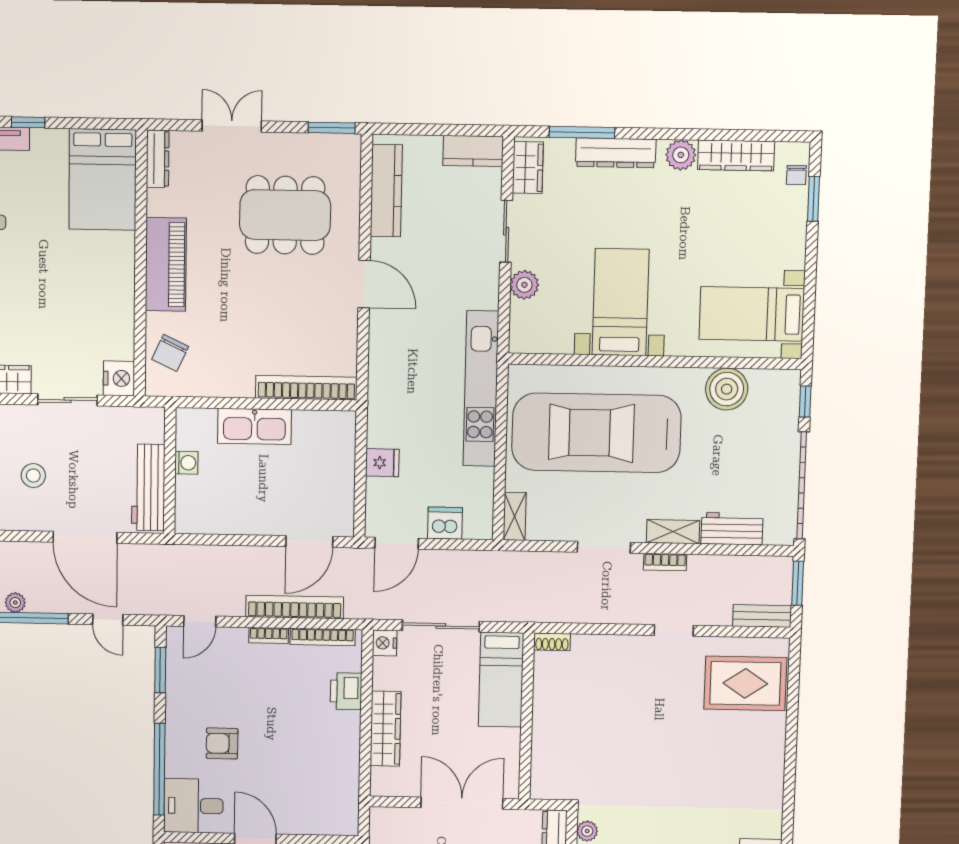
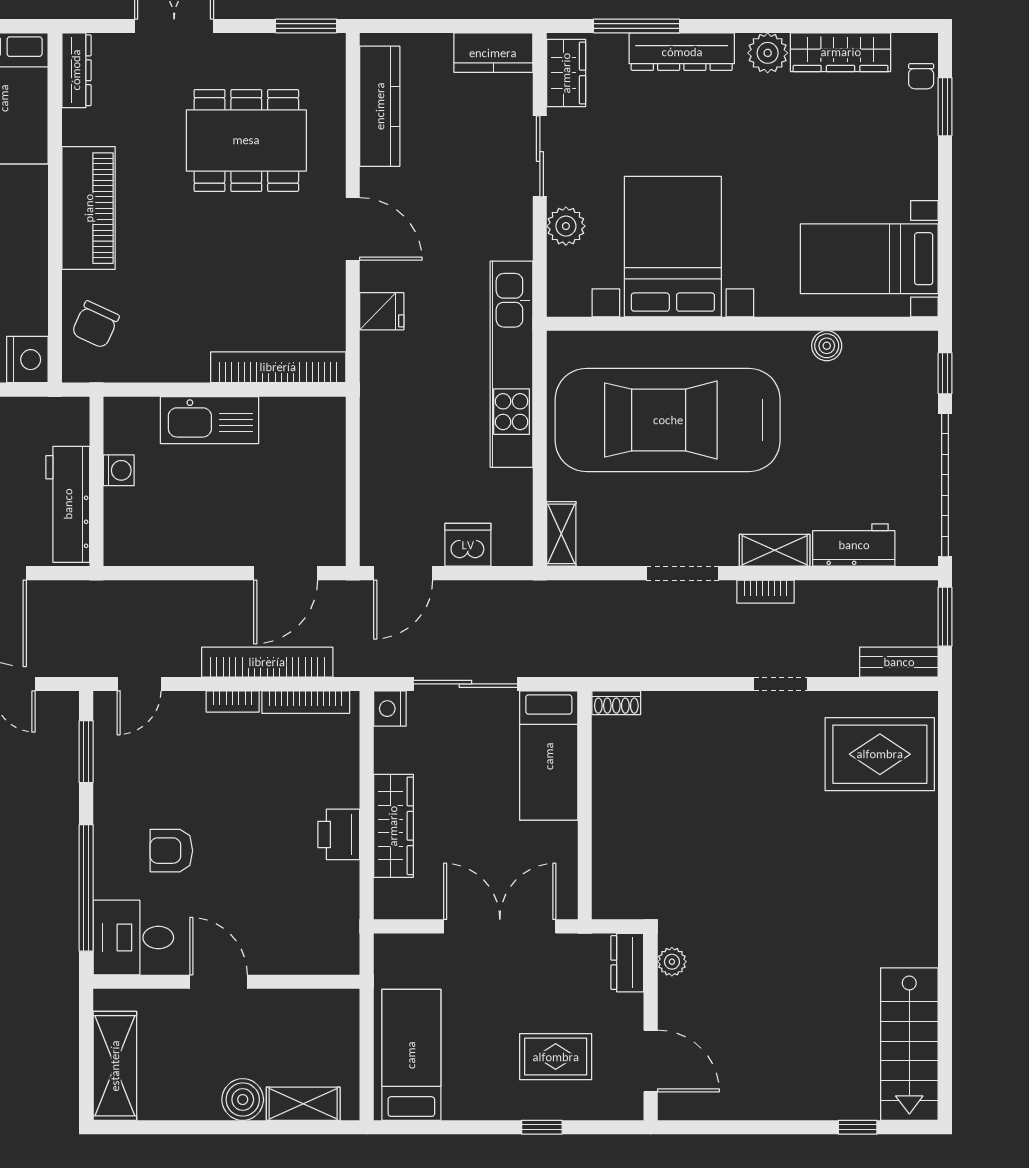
bed with nightstands: (621, 302) -> (673, 247), width x1.36
boiler: (727, 389) -> (827, 346), width x0.54, depth x0.54
fridge: (382, 463) -> (382, 311), moved
printer: (346, 691) -> (339, 834), moved

